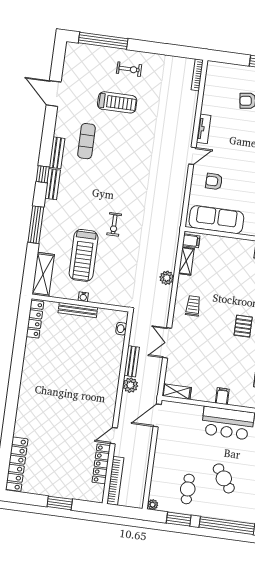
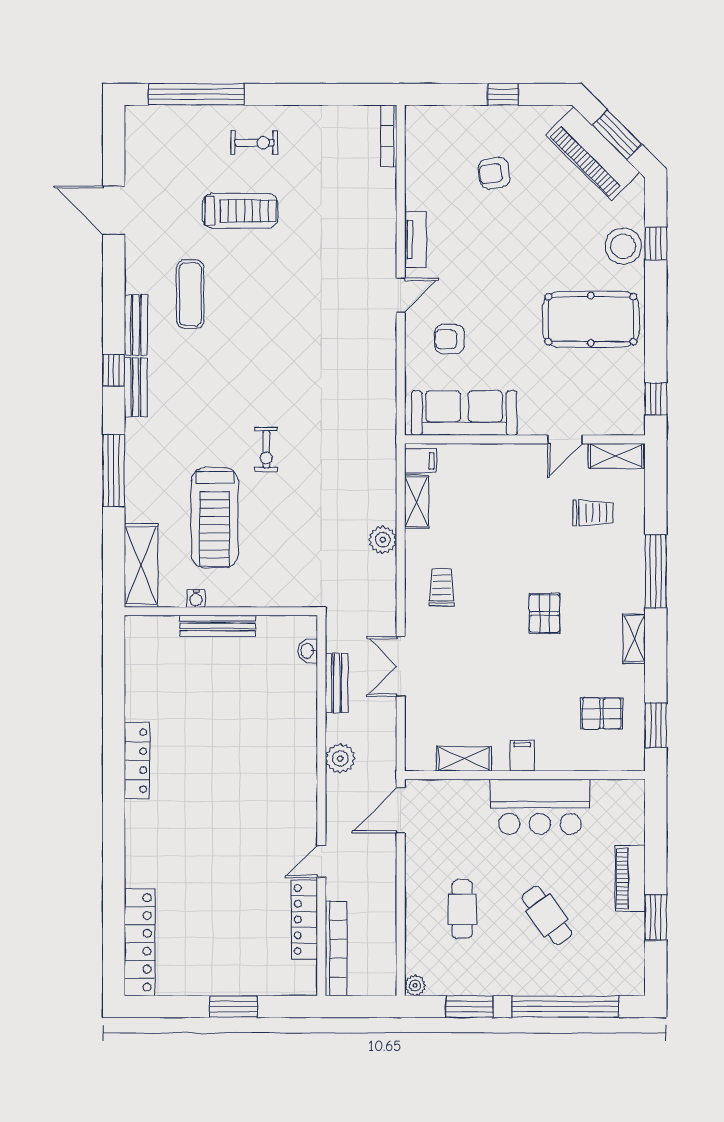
water cooler: (83, 297) -> (196, 598), moved
locker: (35, 319) -> (137, 761), moved
bench: (132, 361) -> (337, 683), moved
shelving: (177, 392) -> (464, 759), moved
cafe table: (188, 489) -> (462, 909), moved

